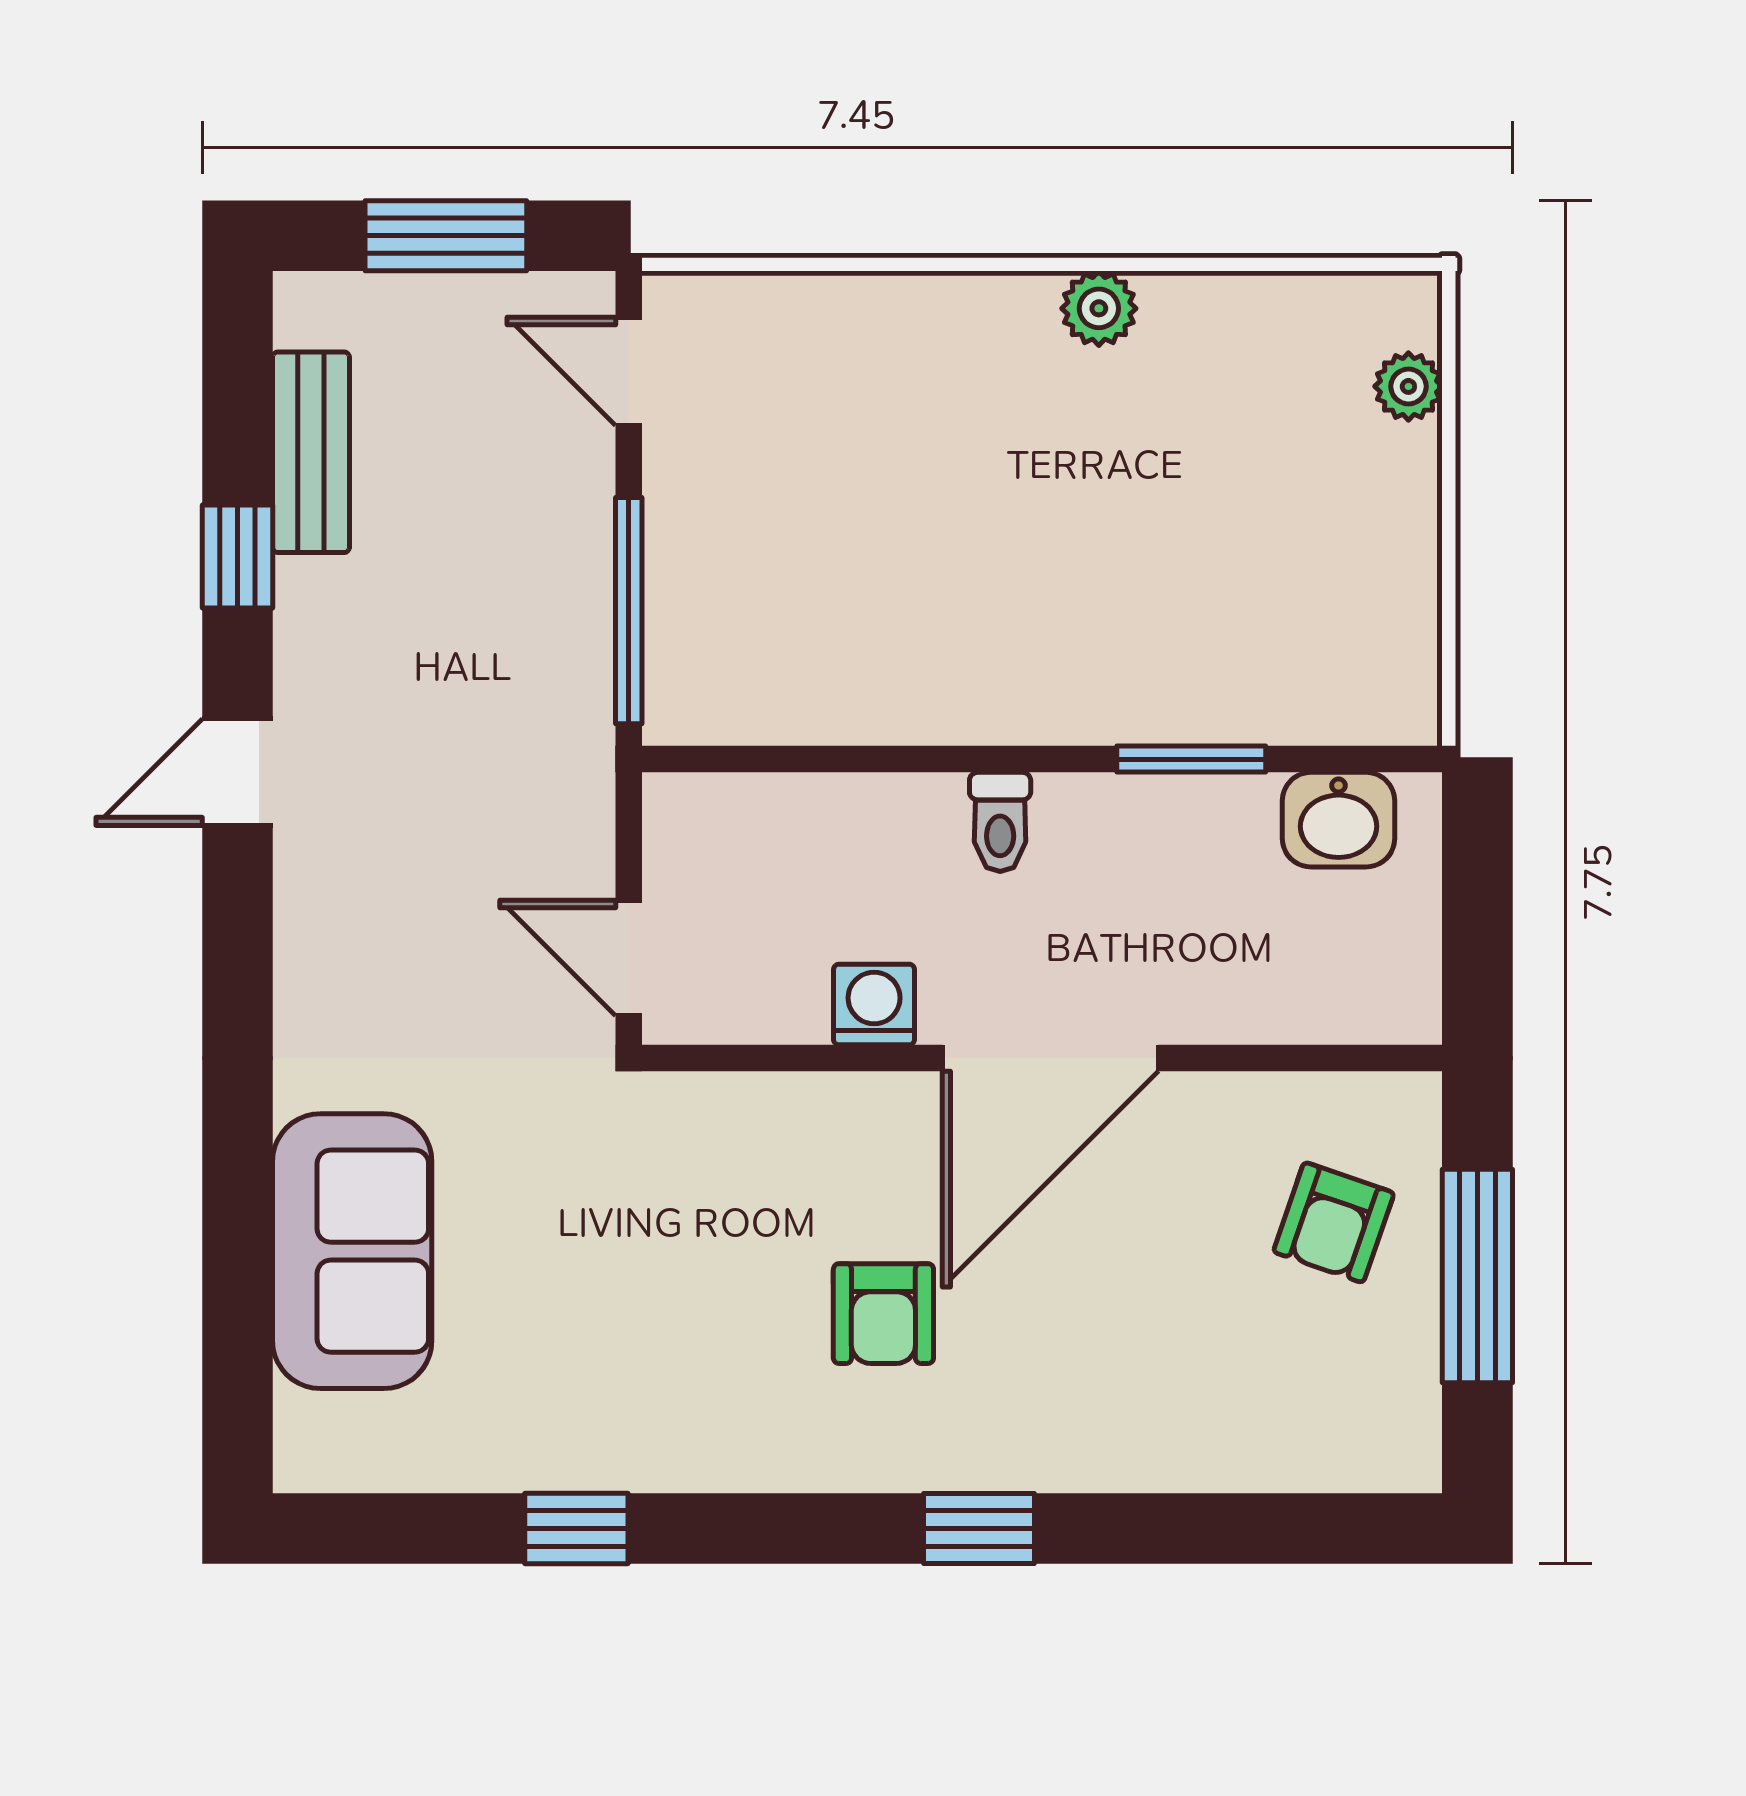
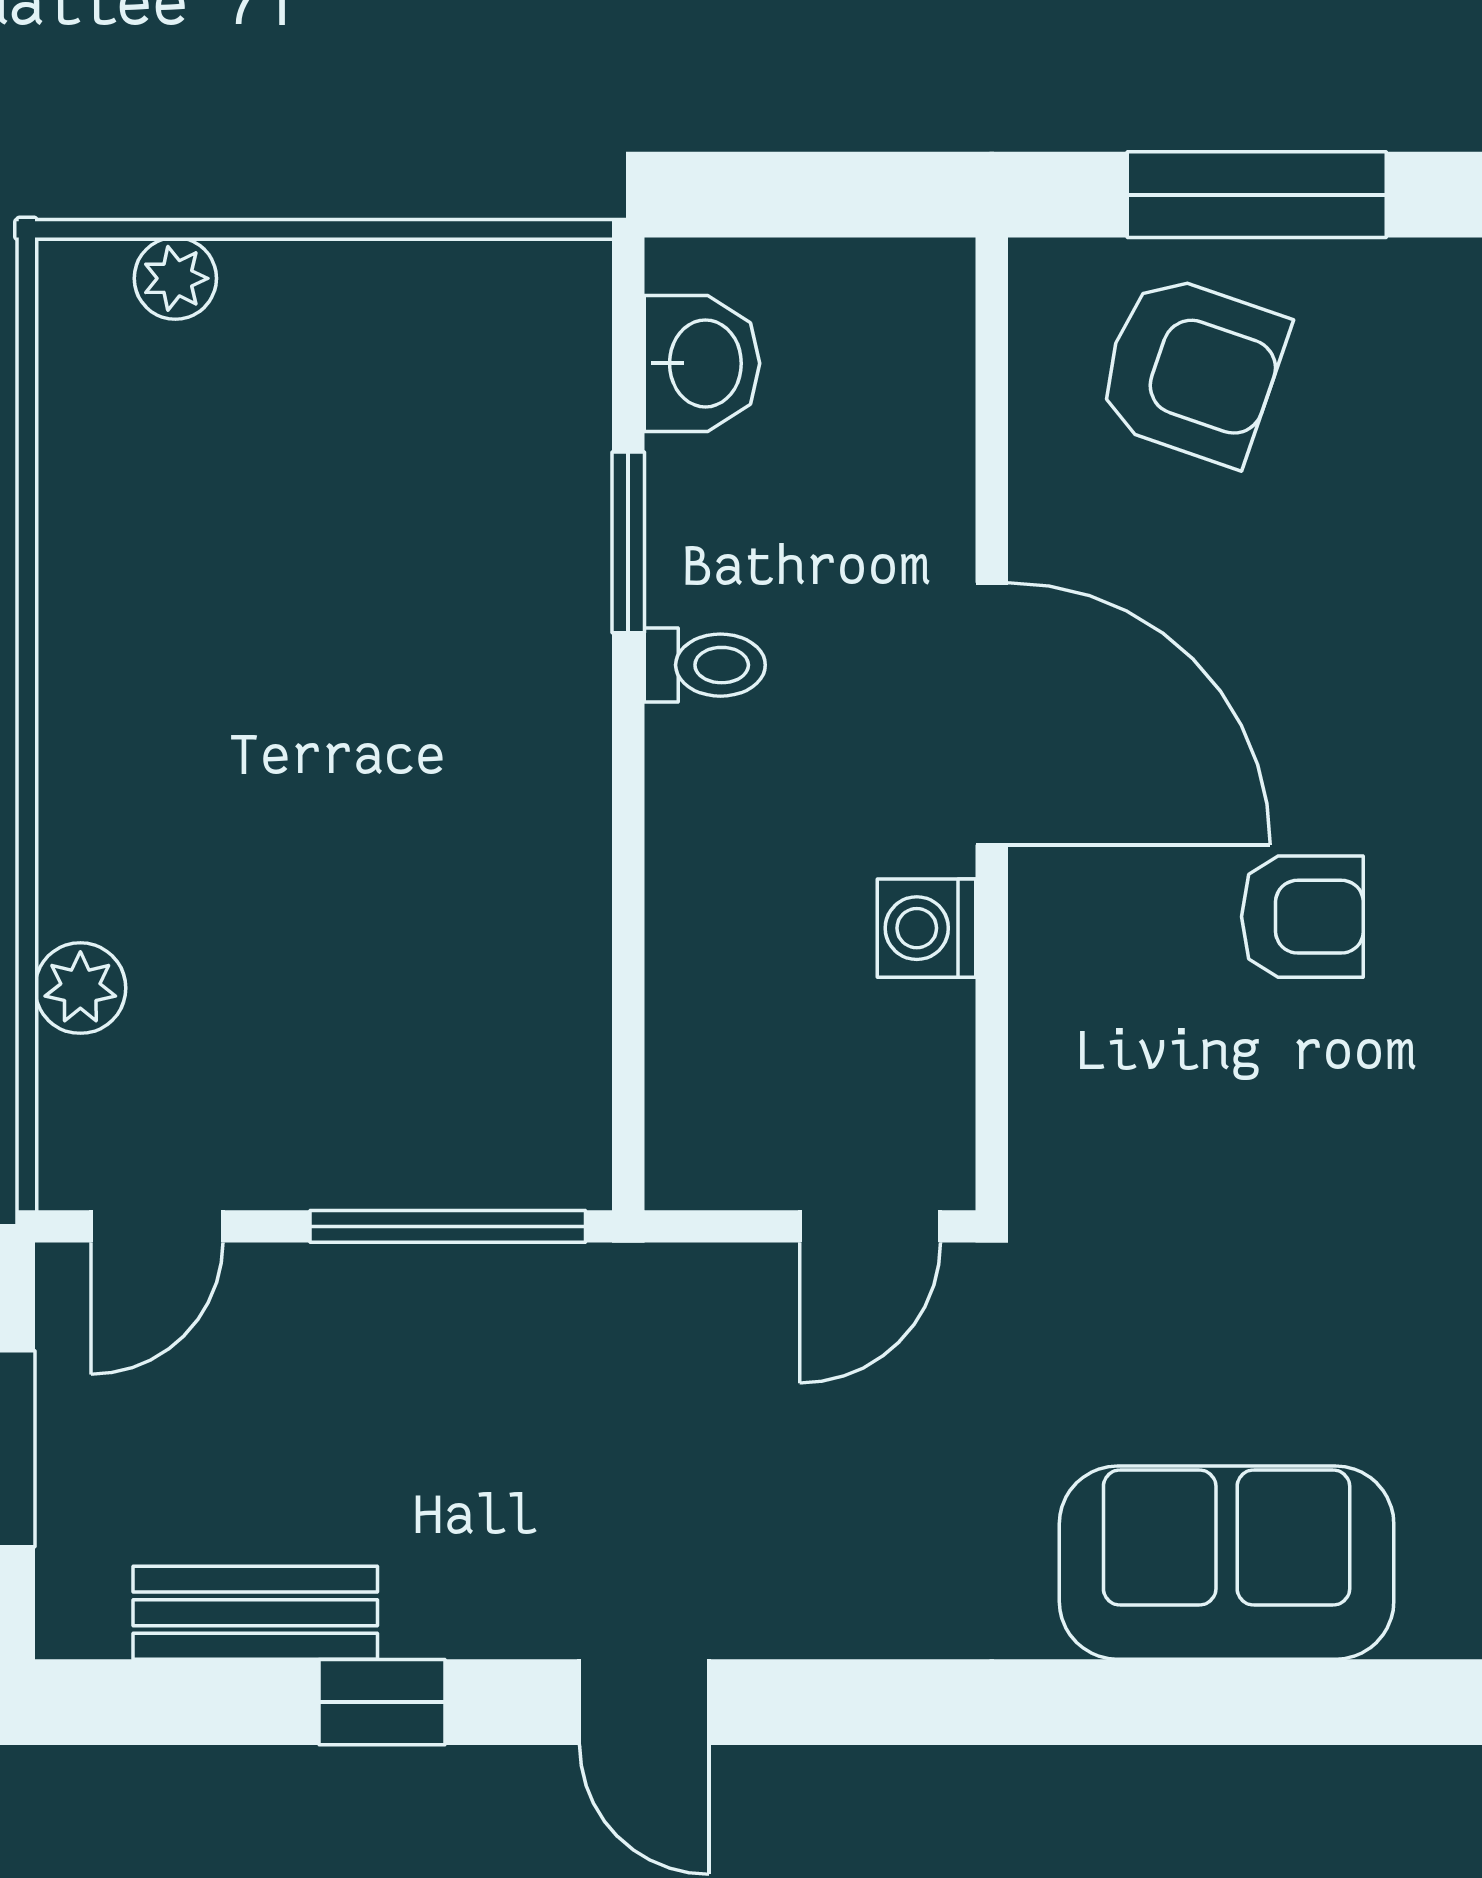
plant: (1099, 308) -> (80, 988), moved
toilet: (1000, 822) -> (705, 665), moved
armchair: (1334, 1222) -> (1192, 369), width x1.38, depth x1.38

